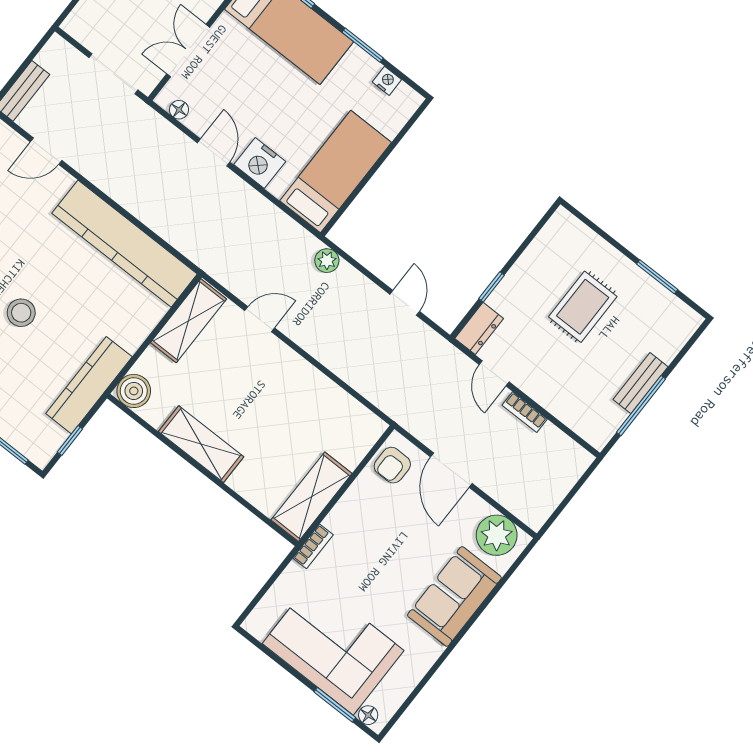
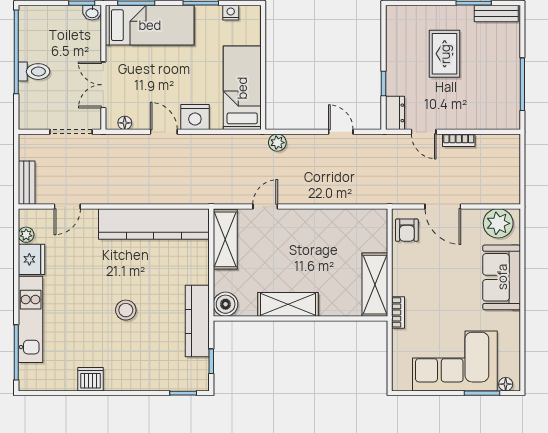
bench: (640, 383) -> (496, 14), moved, turned 90

